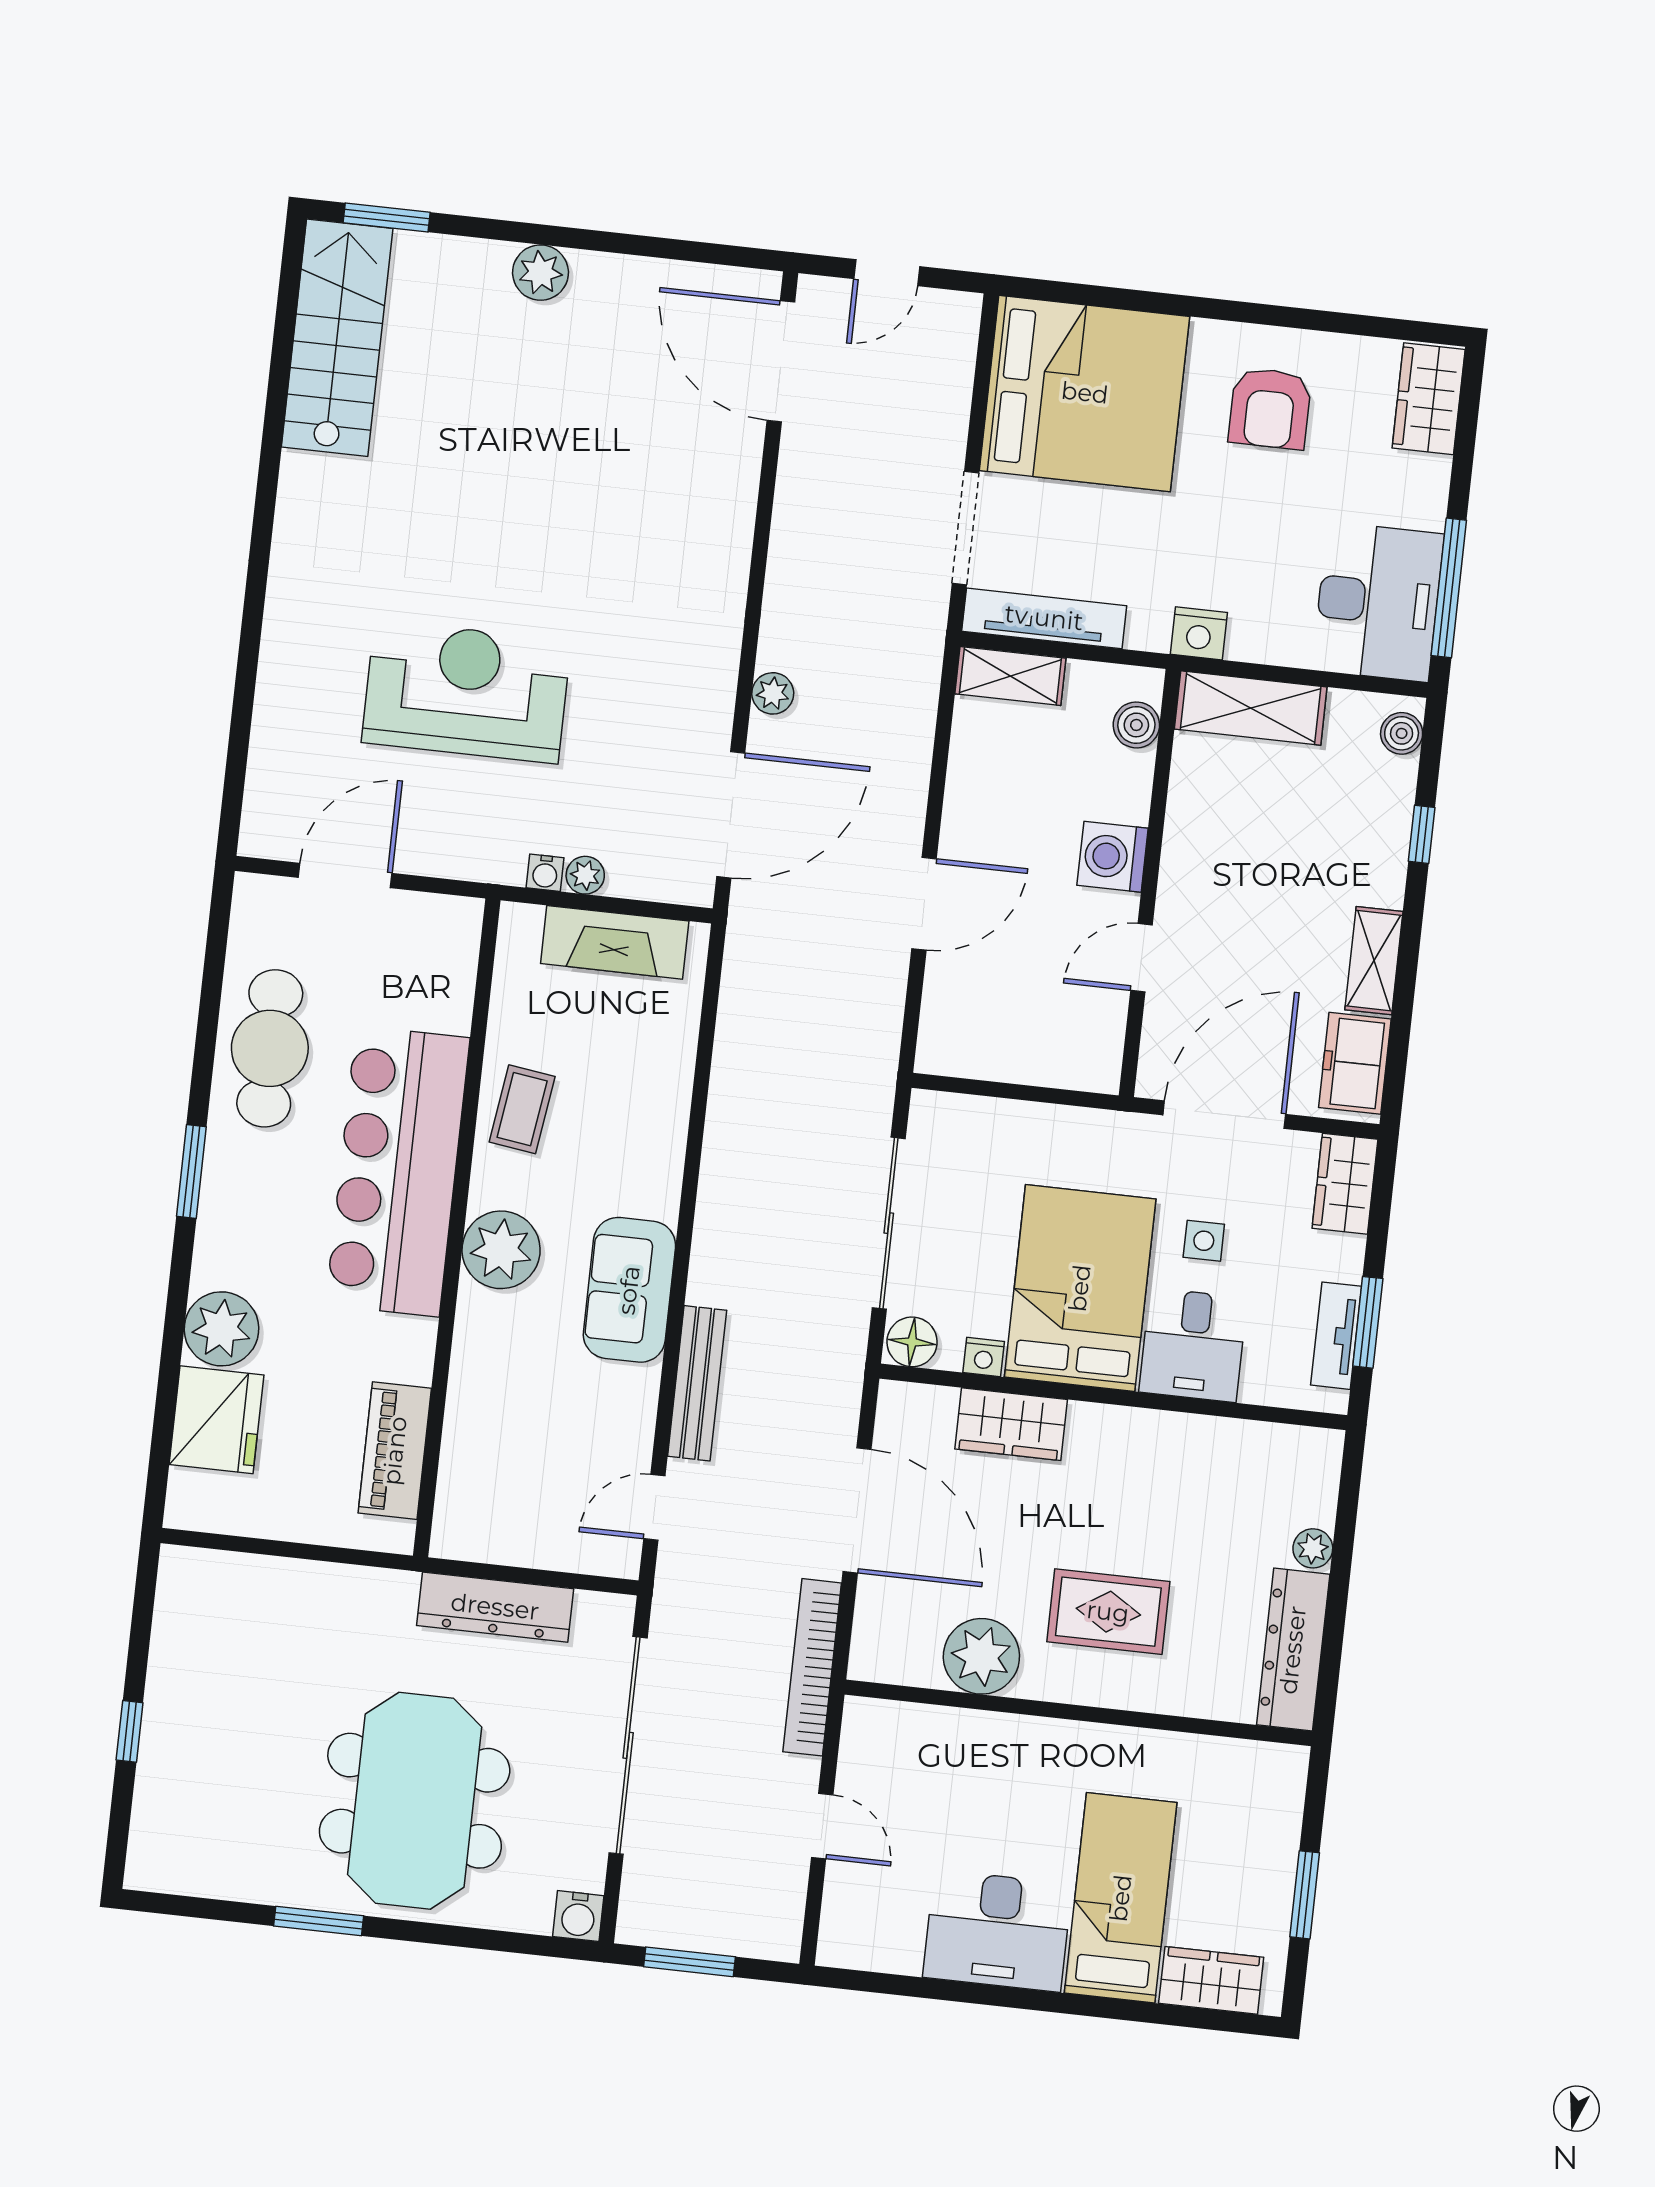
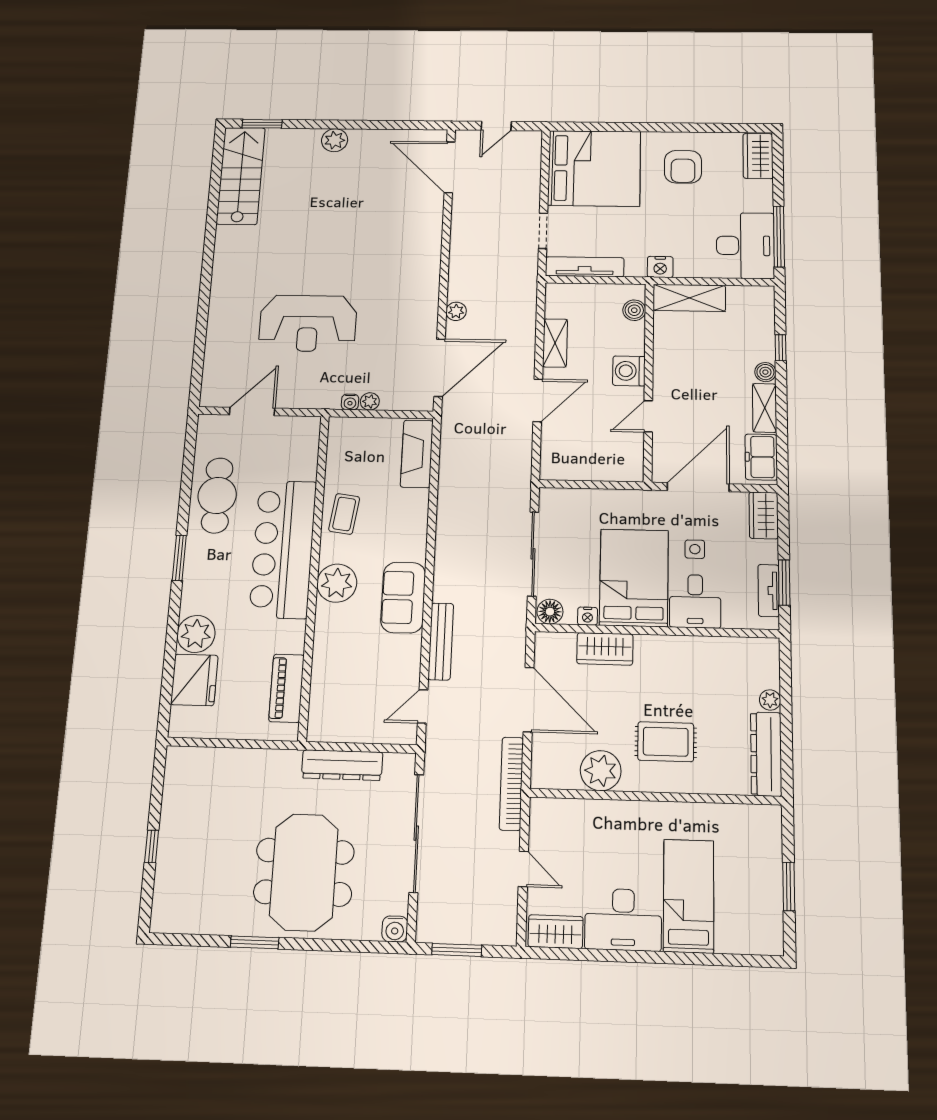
doorway: (966, 528) -> (543, 231), width x0.73
shelving: (1010, 676) -> (555, 343), moved, turned 90
reception desk: (466, 692) -> (308, 323), turned 180
boiler: (1402, 733) -> (765, 372), moved
fireplace: (615, 942) -> (417, 454), moved, turned 90
wardrobe: (1211, 1980) -> (556, 932), moved

